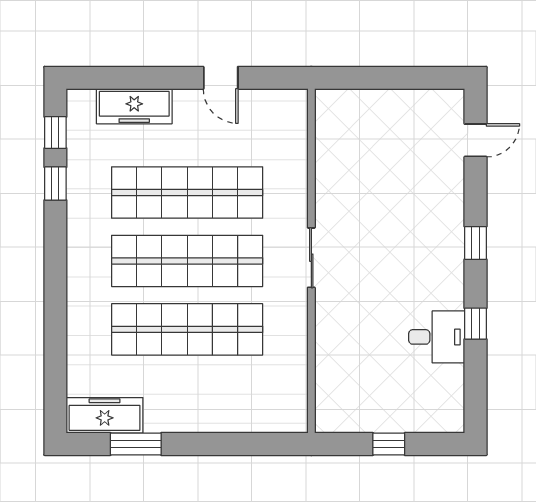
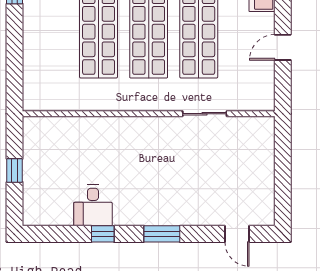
window: (476, 243) -> (162, 234), width x1.50
sliding door: (311, 258) -> (205, 114), moved

